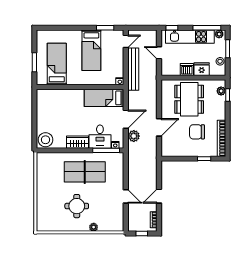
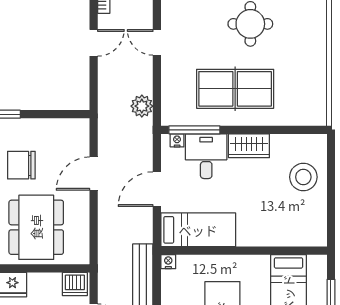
dishwasher: (187, 69) -> (75, 284), moved
chair: (197, 132) -> (21, 165), turned 180
plant: (134, 136) -> (142, 106), moved
stool: (46, 140) -> (303, 177), moved

